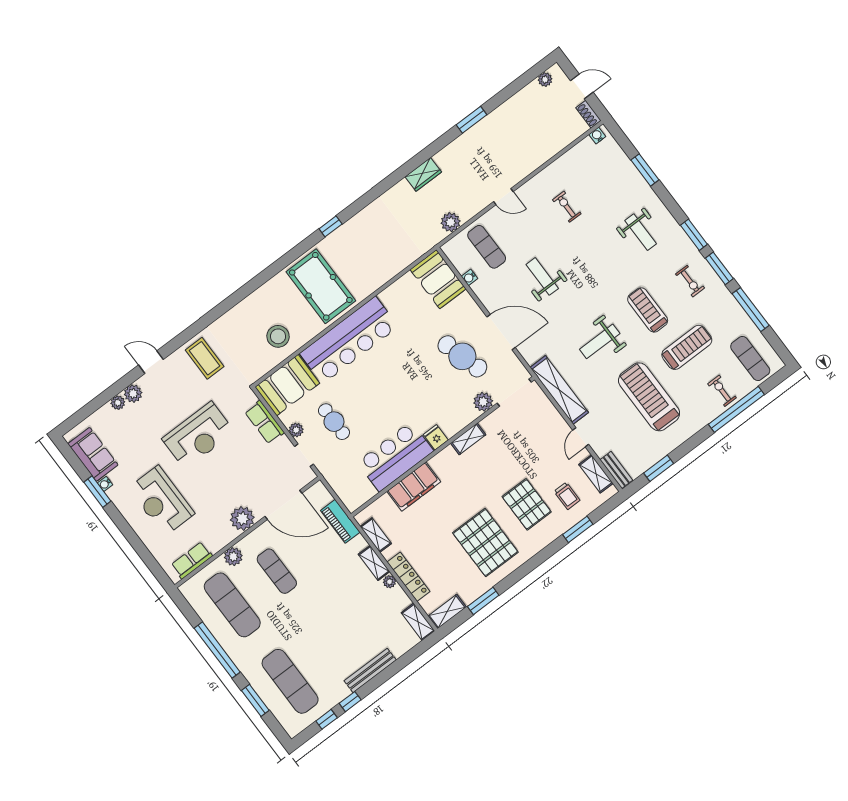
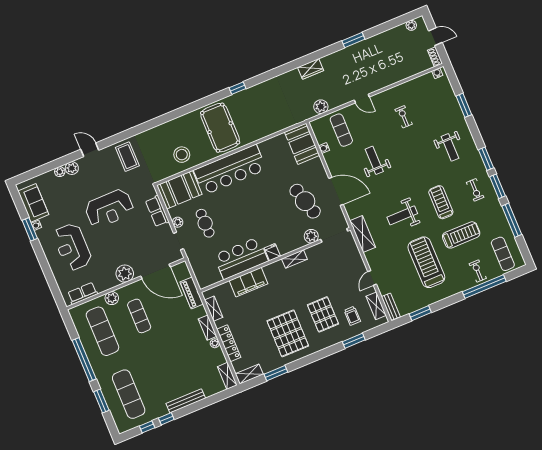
shelving: (559, 390) -> (363, 234), width x0.68

